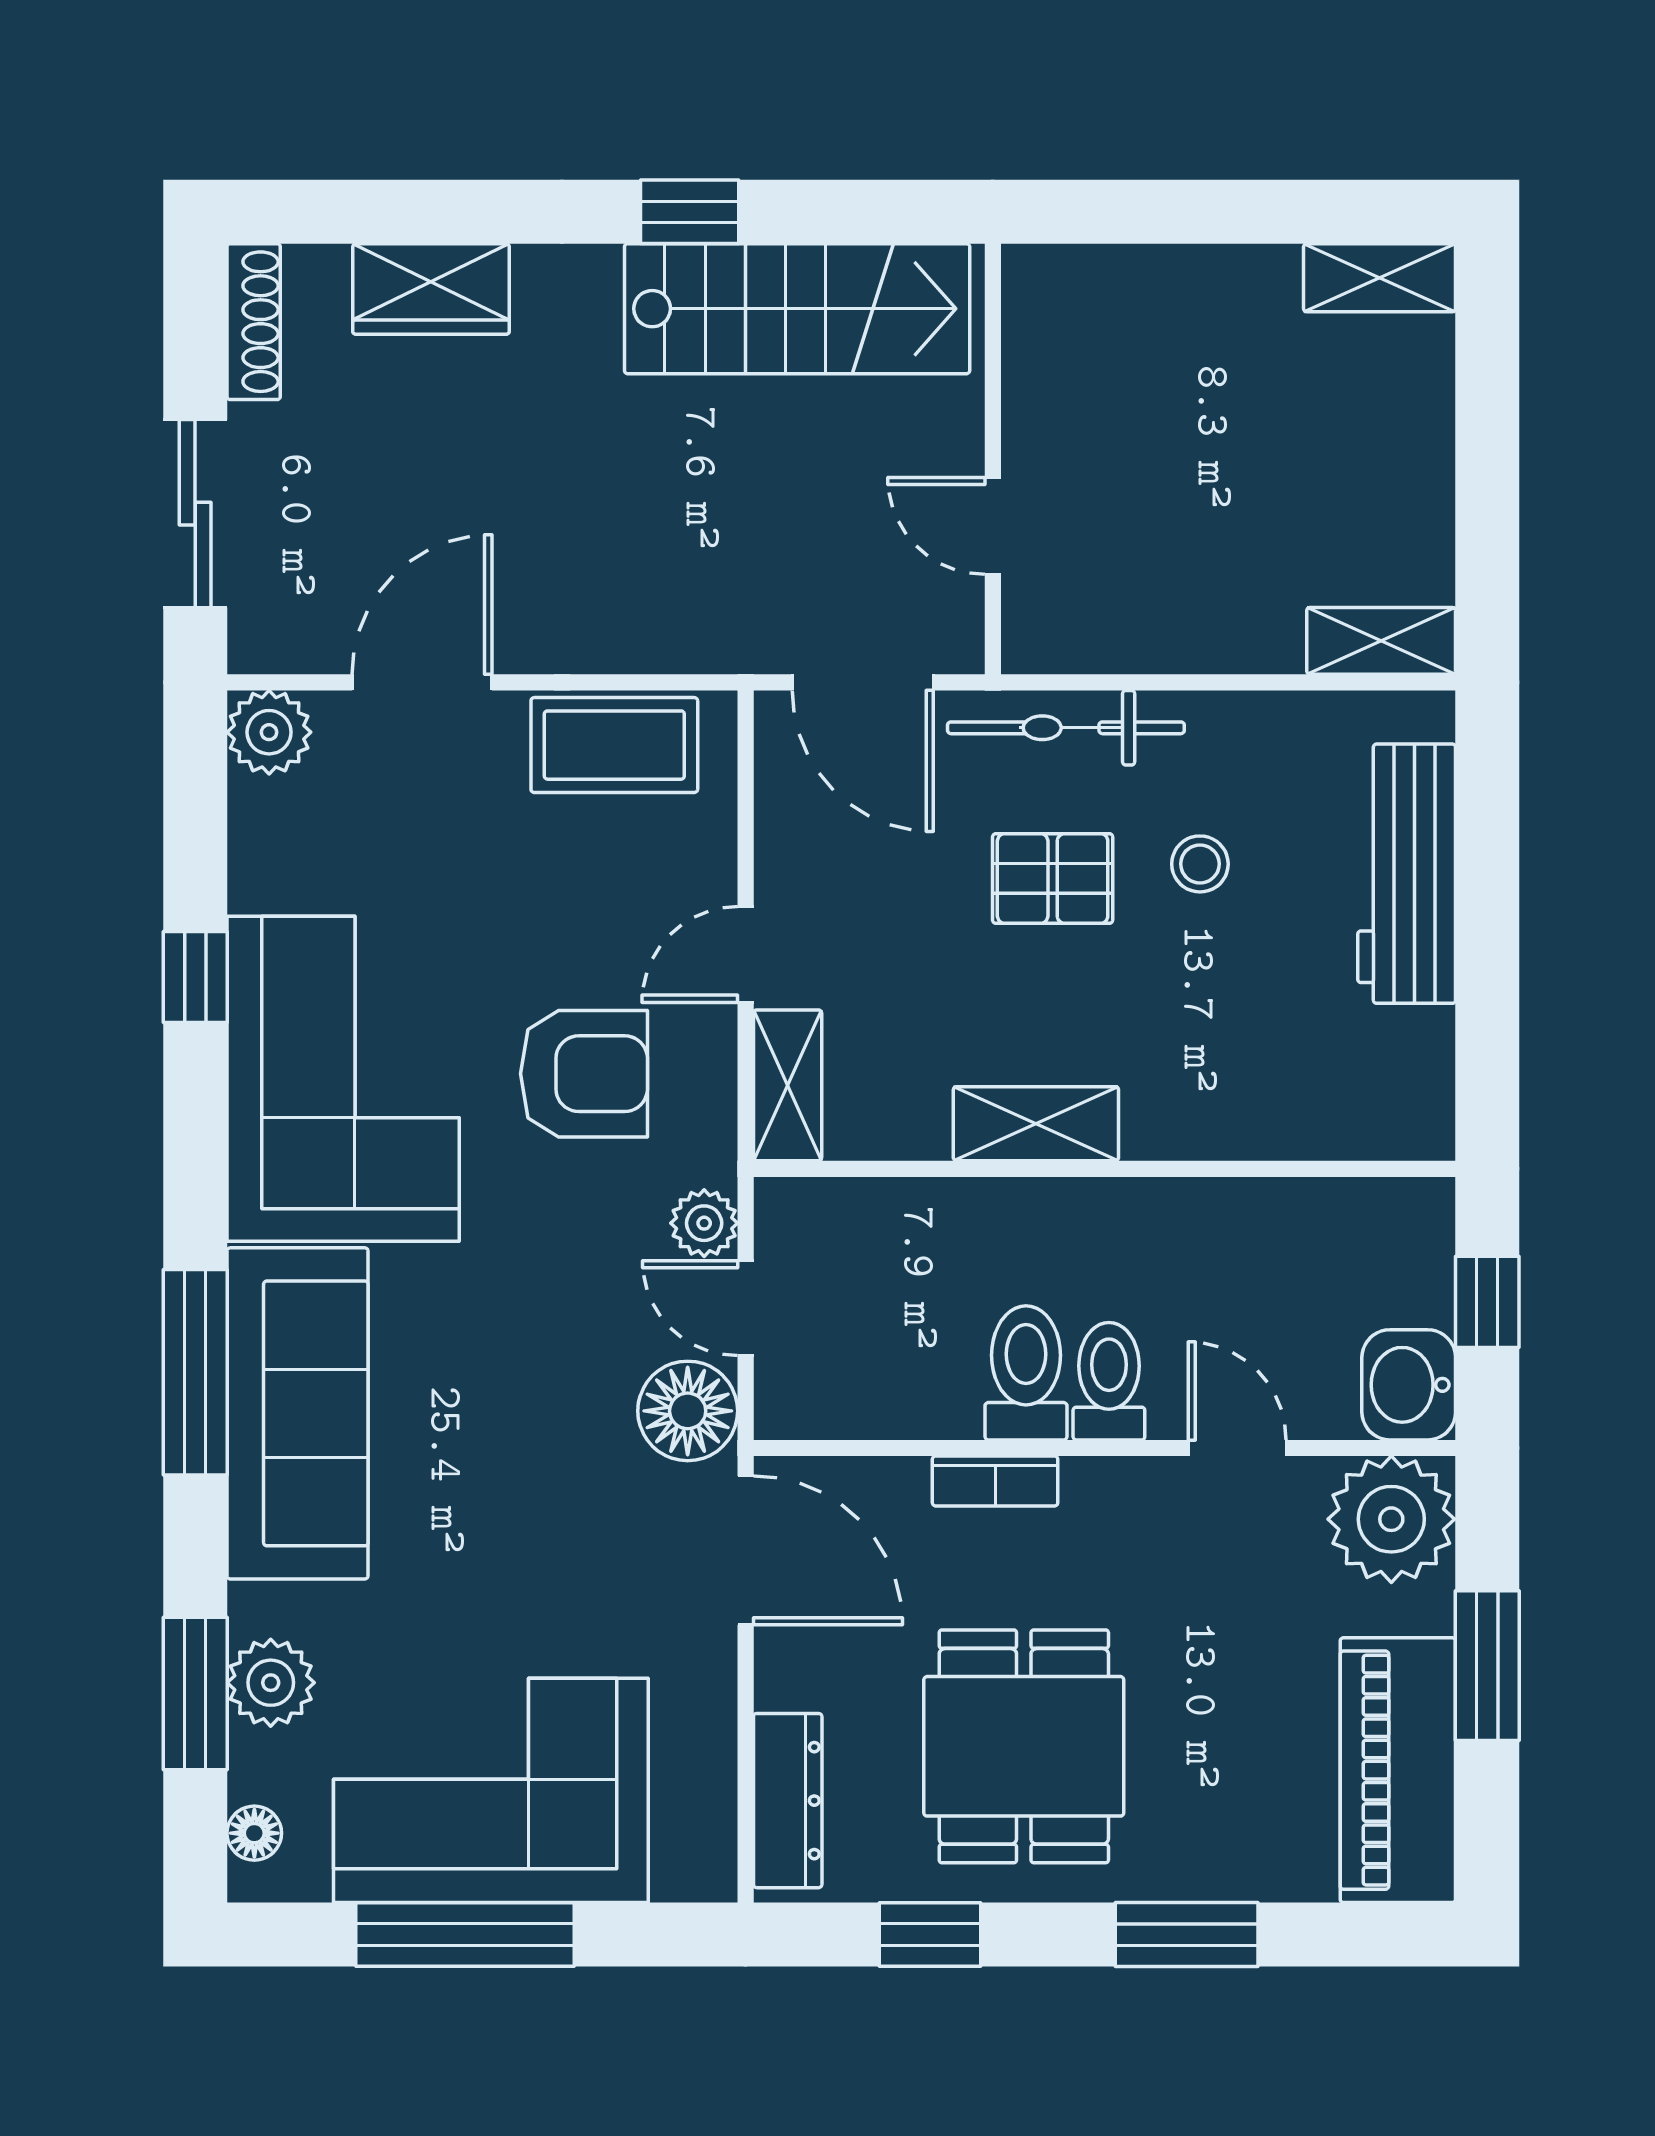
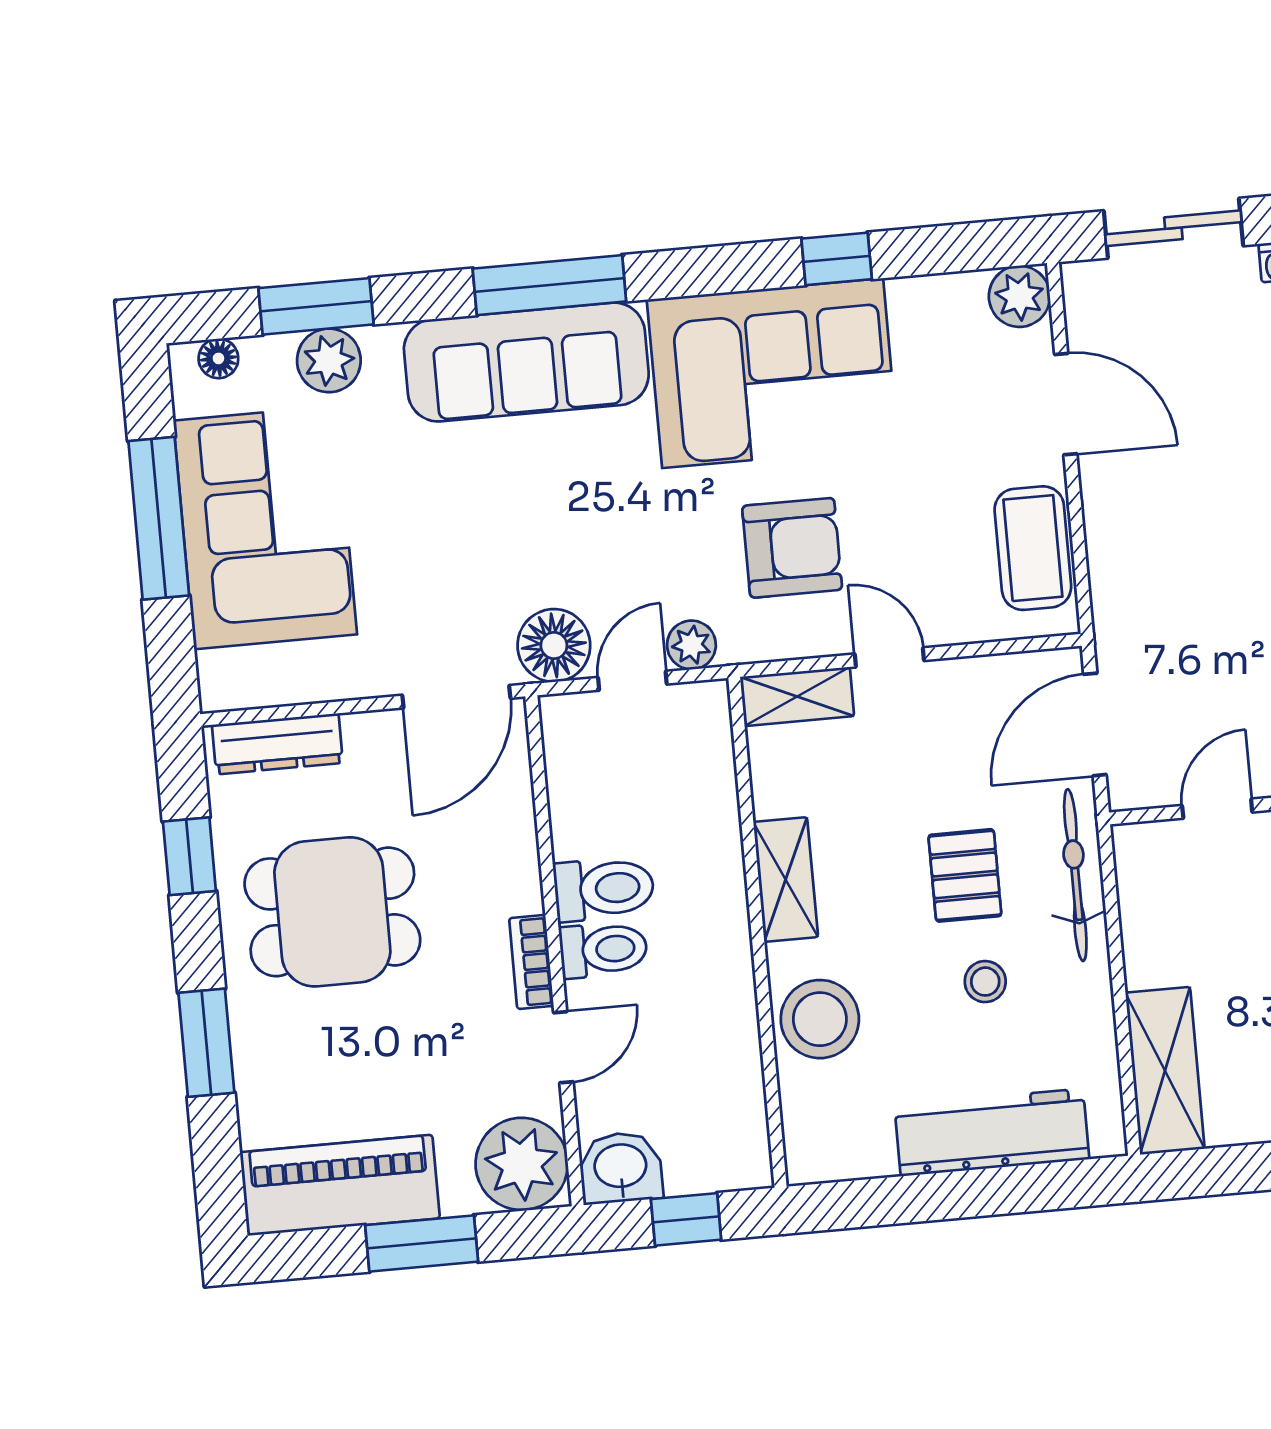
shelving: (1381, 641) -> (1165, 1071), width x1.50, depth x1.33
armchair: (584, 1074) -> (792, 548), turned -90
stool: (1231, 1094) -> (820, 1019), added
bookcase: (995, 1481) -> (531, 962), moved

